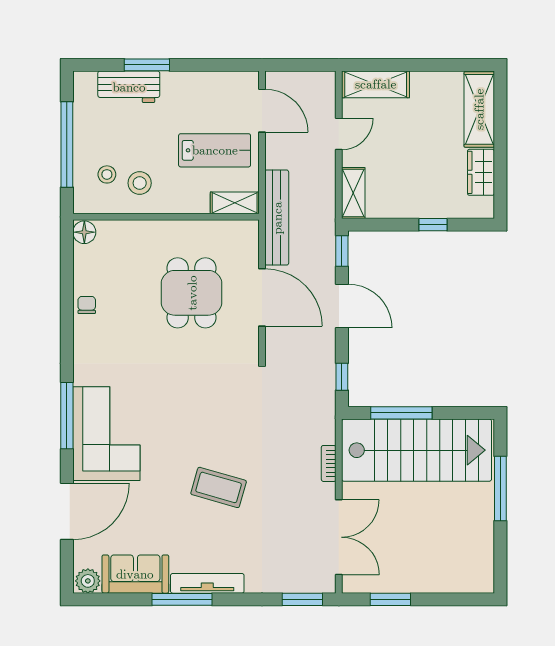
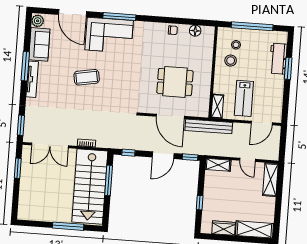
floor lamp: (84, 232) -> (195, 31), moved
door: (262, 297) -> (170, 116), hinge flipped
coffee table: (219, 487) -> (87, 77), moved, turned 64

